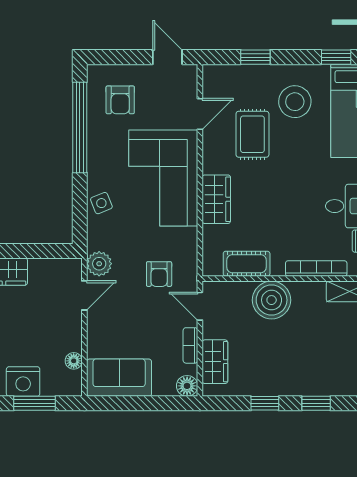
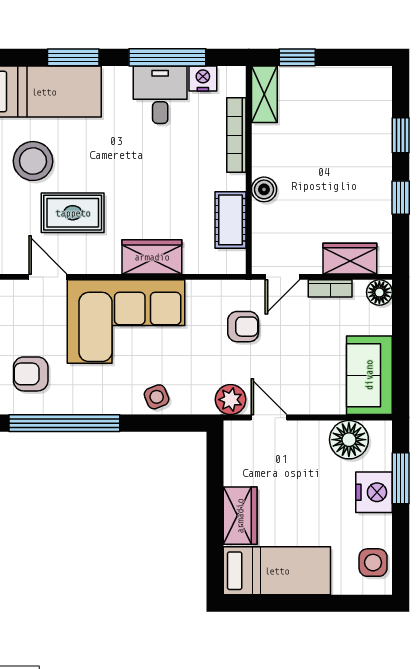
armchair: (120, 100) -> (31, 374), turned 180
boiler: (272, 300) -> (264, 189), width x0.54, depth x0.54
floor lamp: (74, 361) -> (349, 440), width x1.89, depth x1.89

